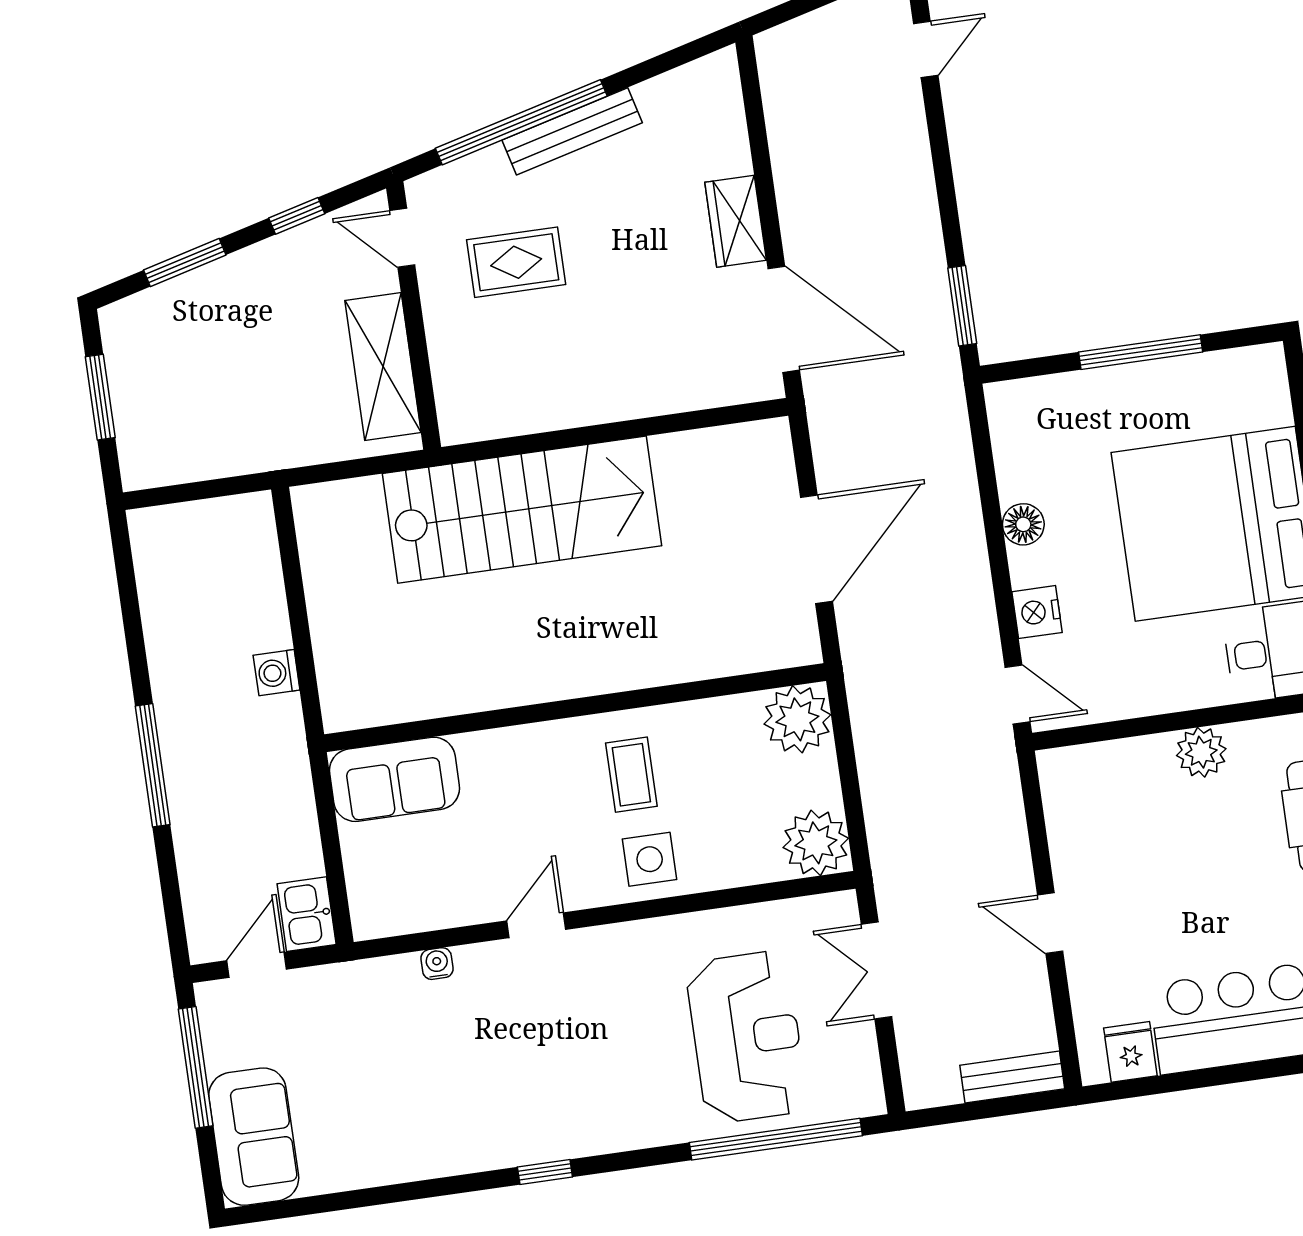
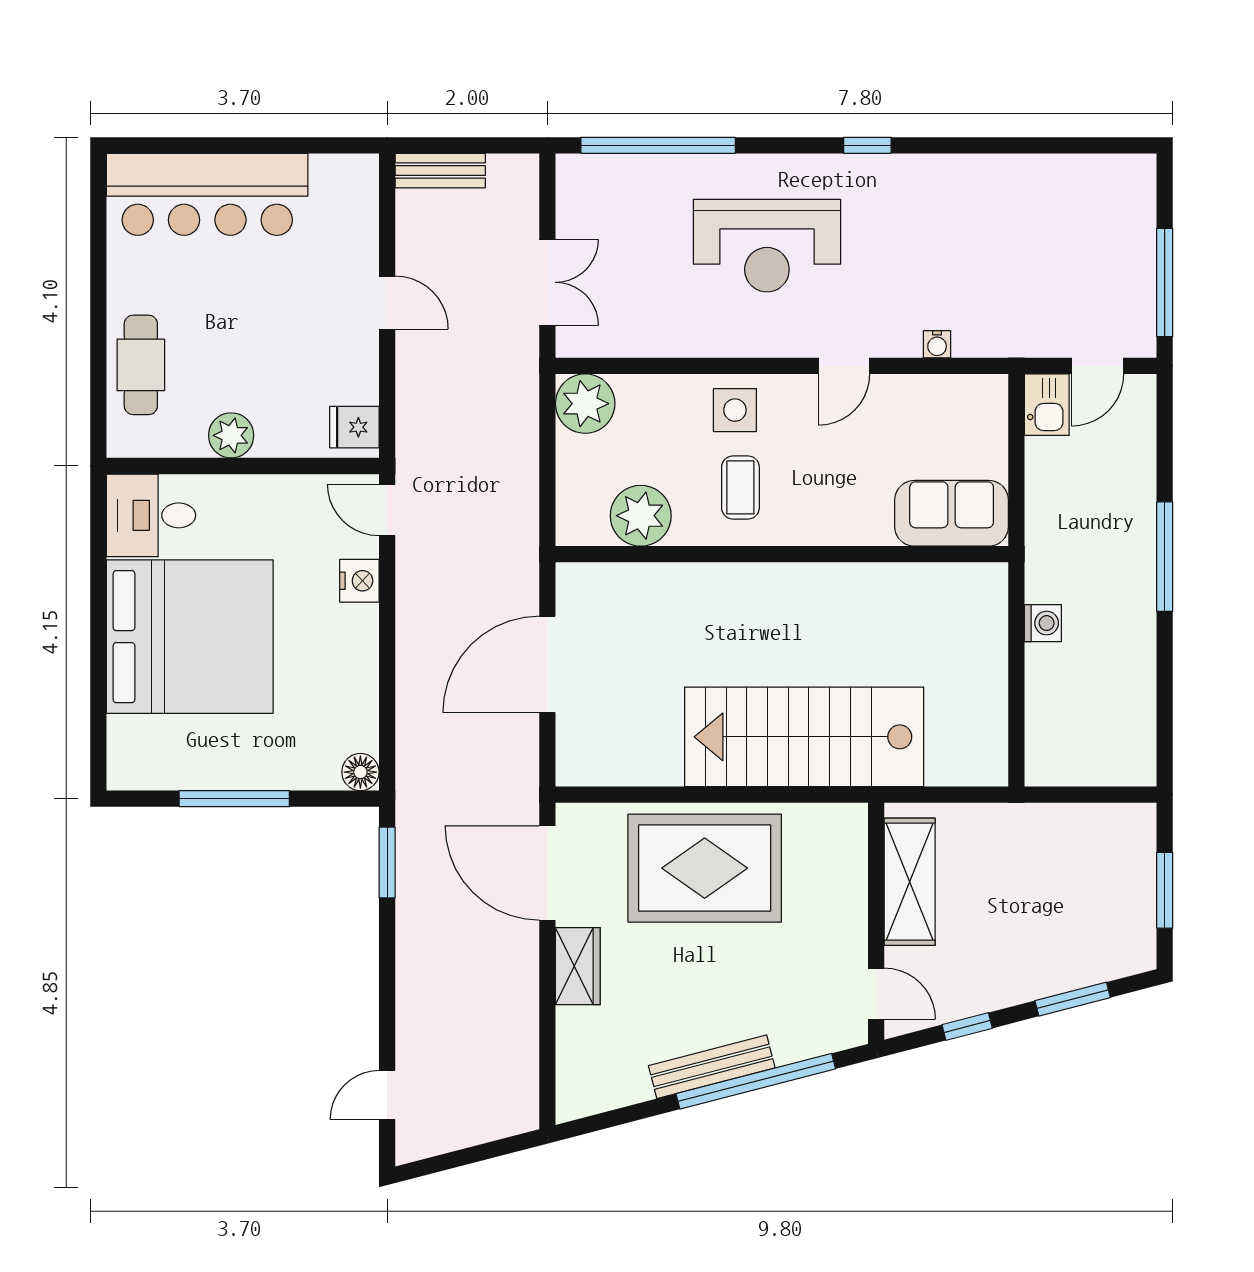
rug: (516, 262) -> (705, 868), moved, width x1.86, depth x2.06
floor lamp: (1023, 524) -> (360, 772), moved
plant: (797, 719) -> (641, 516), moved
reception desk: (747, 1037) -> (767, 246), moved, turned -90
fridge: (1130, 1052) -> (354, 427), moved, turned 90
sofa: (254, 1137) -> (1122, 214), removed

